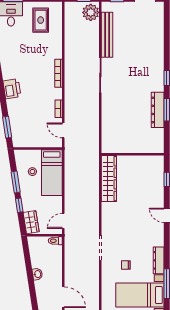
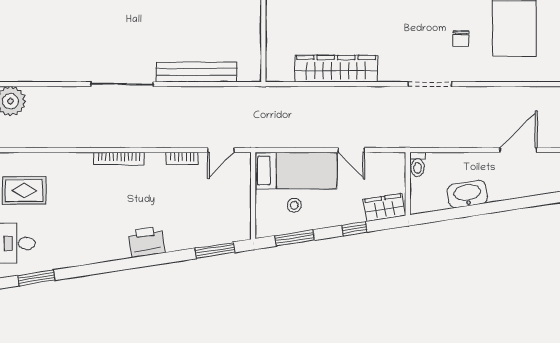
bench: (107, 35) -> (197, 72), moved
wardrobe: (109, 179) -> (336, 69), moved
window: (16, 182) -> (295, 238), moved
door: (63, 221) -> (351, 150), moved
washbasin: (37, 274) -> (467, 194), width x1.91, depth x1.45

